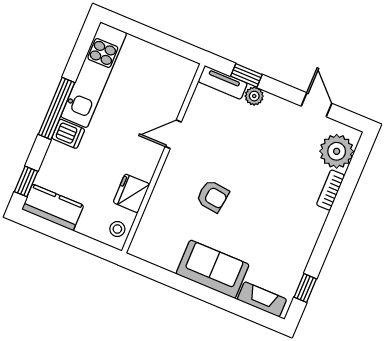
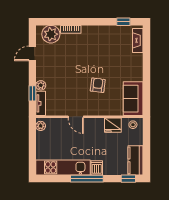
plant: (183, 66) -> (41, 126), added
sofa: (213, 269) -> (133, 99), moved

